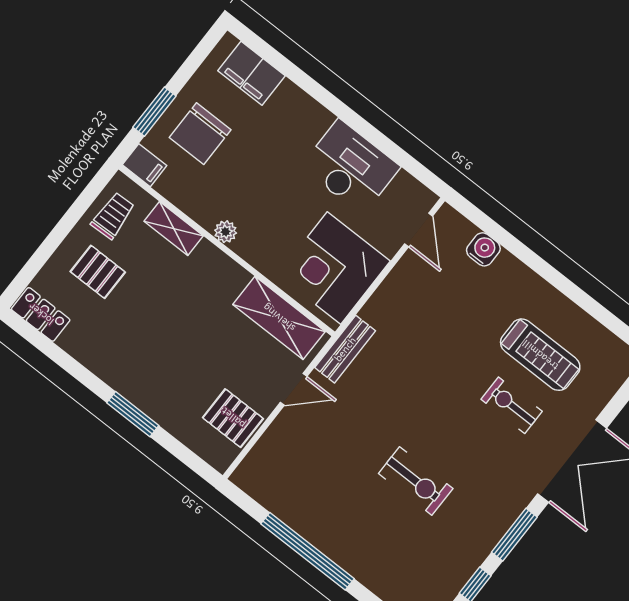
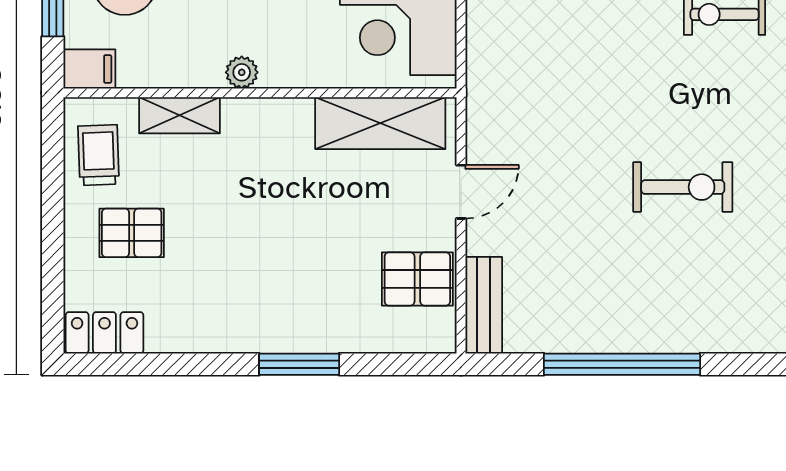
bench: (345, 349) -> (484, 305), moved

